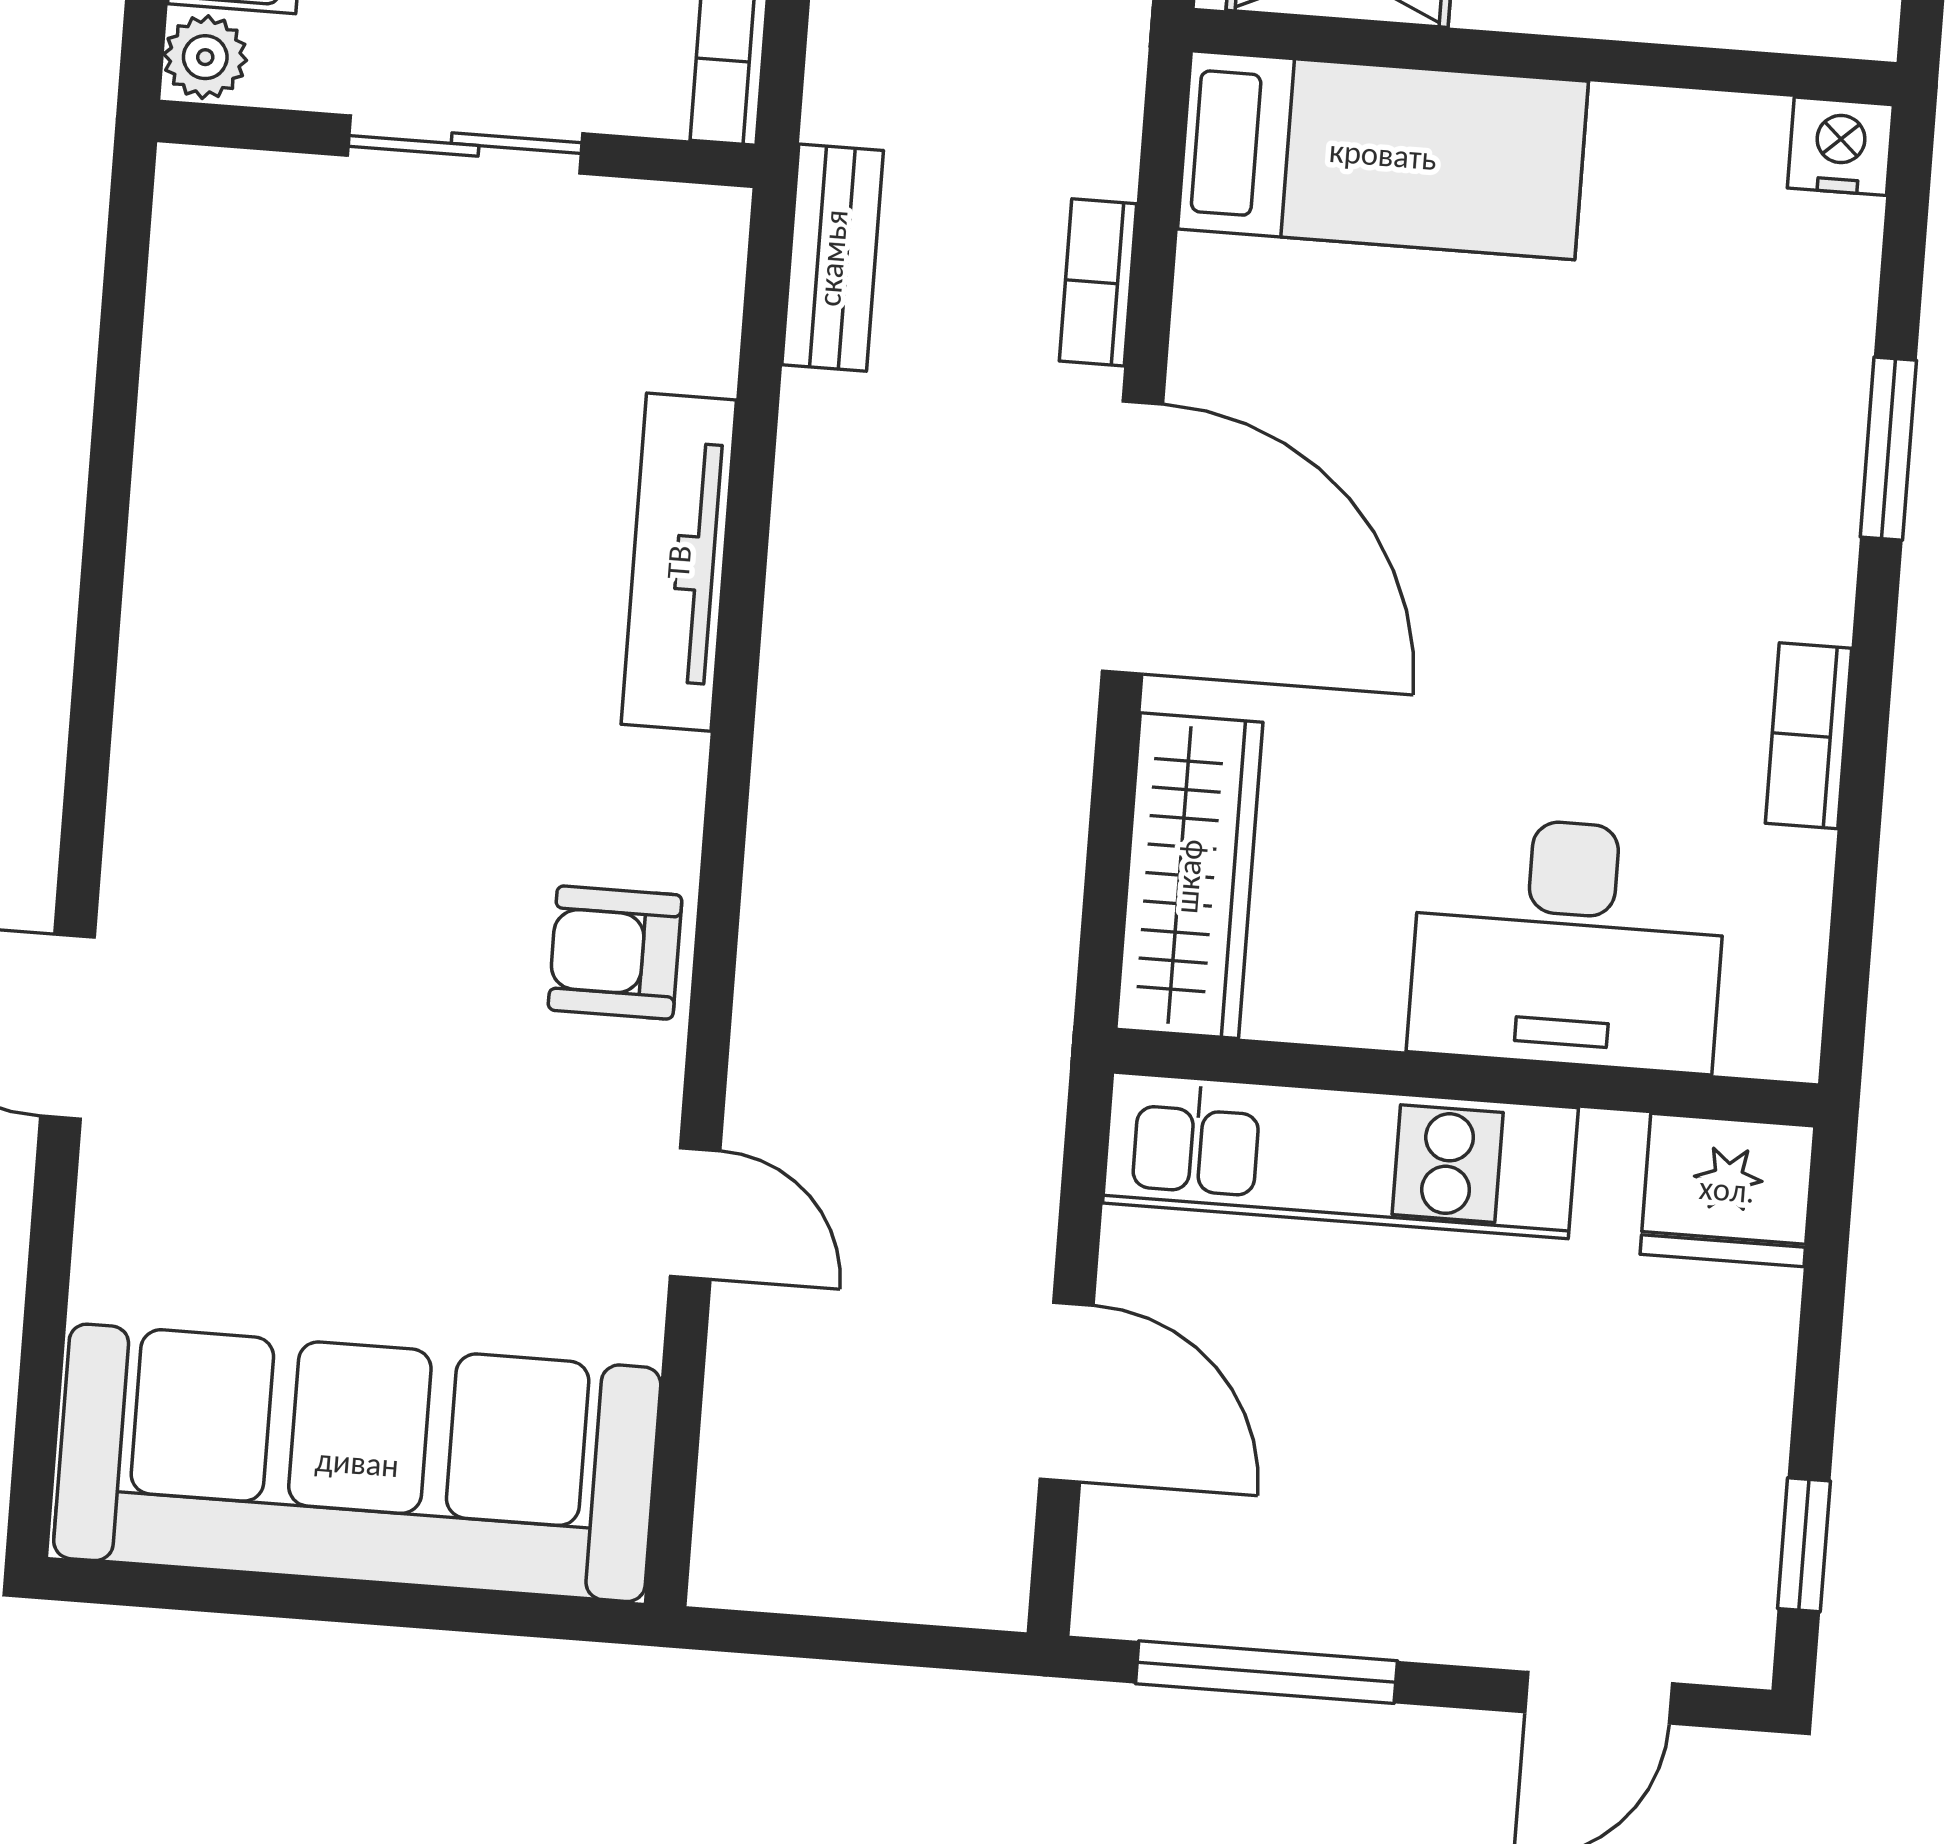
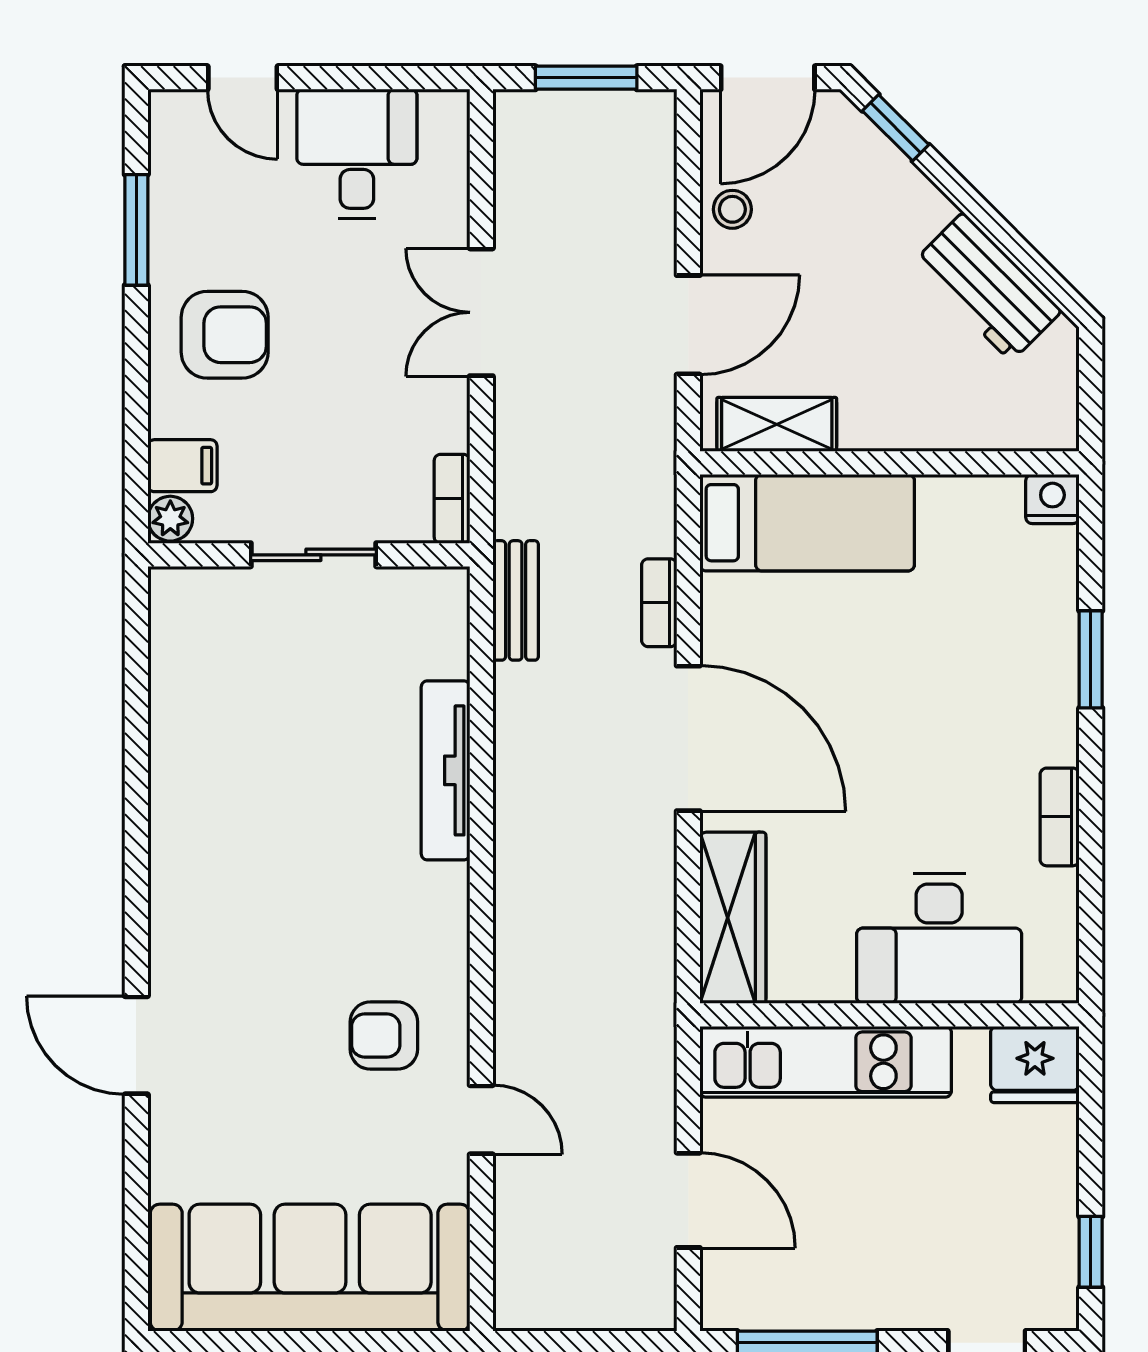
armchair: (615, 953) -> (384, 1036), moved

